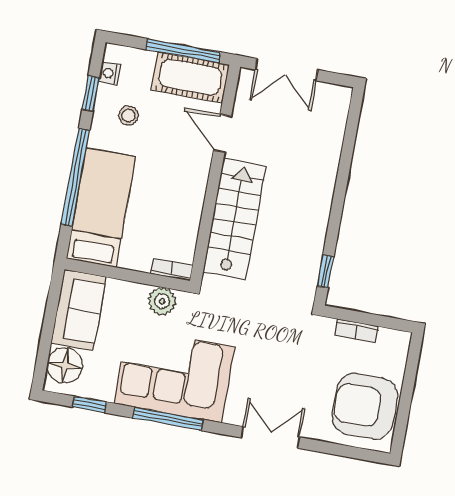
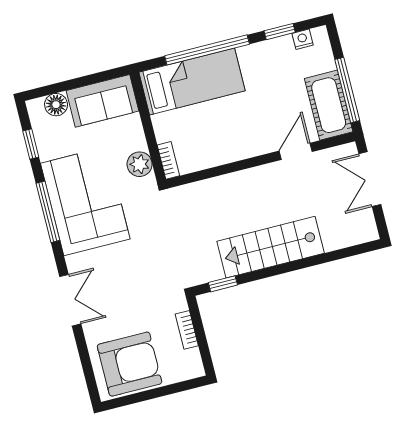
stool: (128, 115) -> (276, 70), removed
stairs: (234, 219) -> (271, 247), moved, turned 180
floor lamp: (65, 365) -> (56, 105), width x0.73, depth x0.73
armchair: (365, 406) -> (130, 364), turned 90

